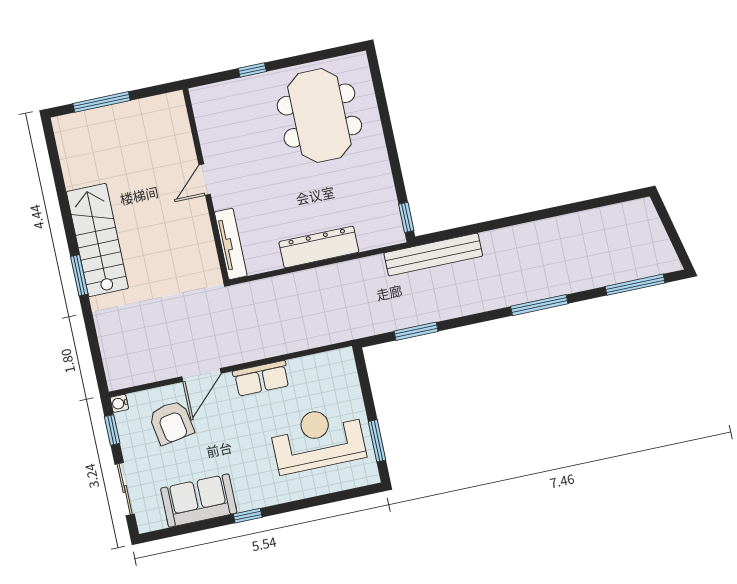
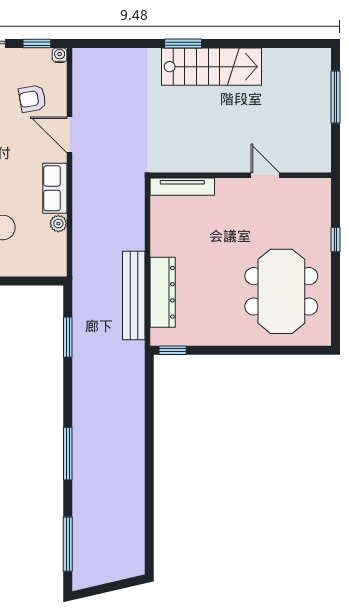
meeting table: (319, 116) -> (281, 291), turned 90
door: (205, 180) -> (265, 175), moved
dresser: (319, 247) -> (163, 292), moved
bench: (433, 255) -> (134, 295), moved
plant: (298, 367) -> (58, 224), added
armchair: (171, 422) -> (32, 99), width x0.72, depth x0.72

